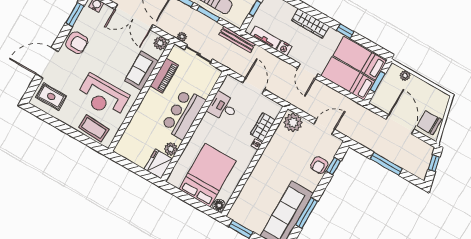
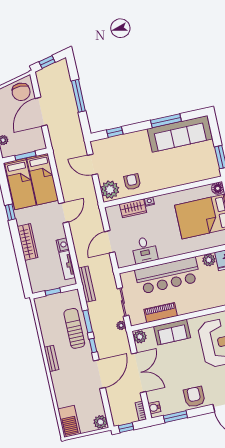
bar counter: (183, 114) -> (168, 276), width x1.36
armchair: (319, 165) -> (132, 182), moved, turned -90

